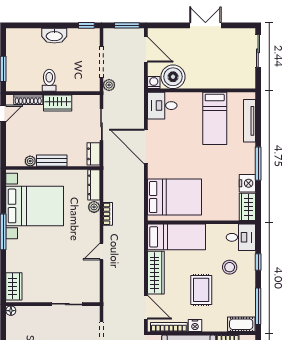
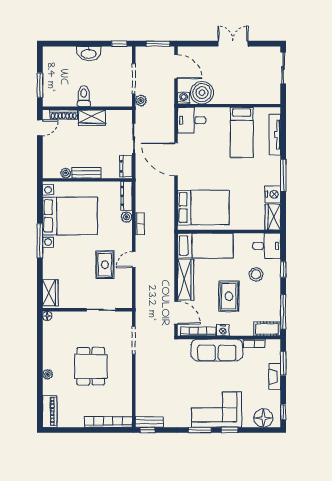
rug: (71, 257) -> (105, 265), added

